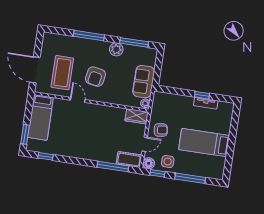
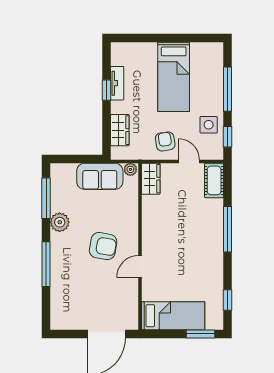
coffee table: (62, 73) -> (105, 294), removed
wardrobe: (173, 100) -> (120, 130), added
floor lamp: (149, 163) -> (215, 152), removed
window: (113, 167) -> (228, 229), moved

